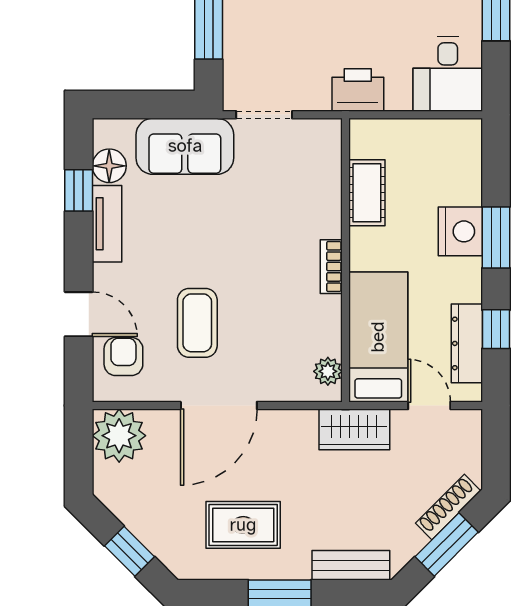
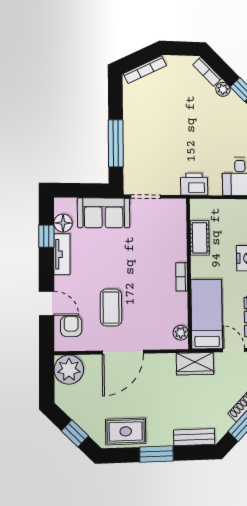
rug: (243, 525) -> (126, 431), moved

